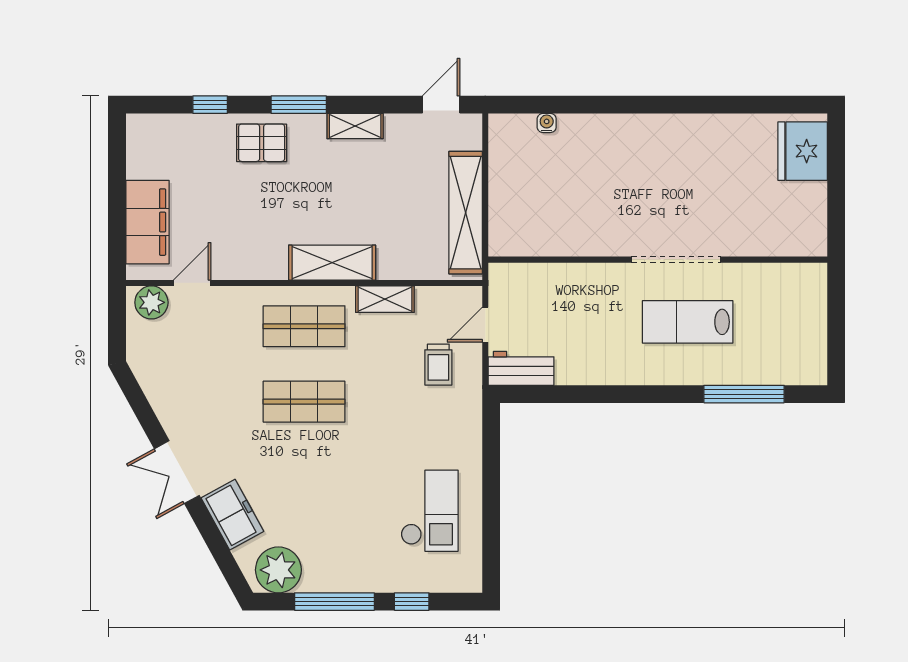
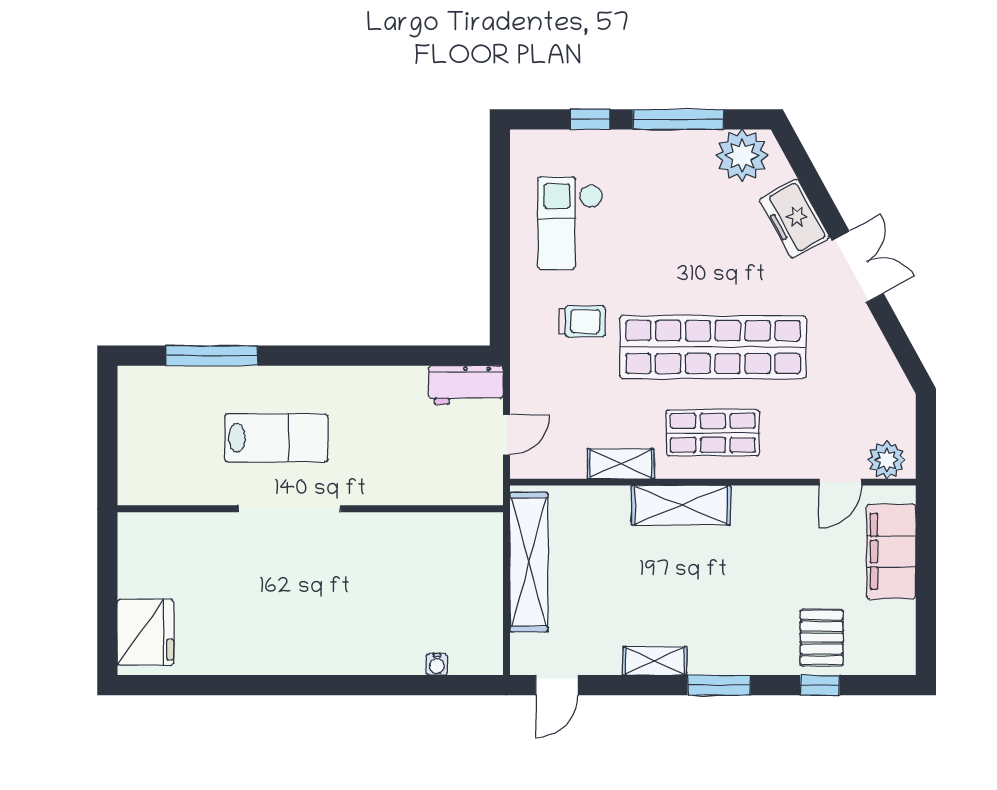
pallet: (262, 143) -> (822, 638), moved, turned 90
trolley: (438, 365) -> (582, 321), moved, turned 90
shop shelf: (304, 402) -> (713, 347), width x2.00, depth x1.36

